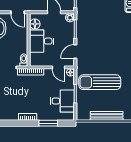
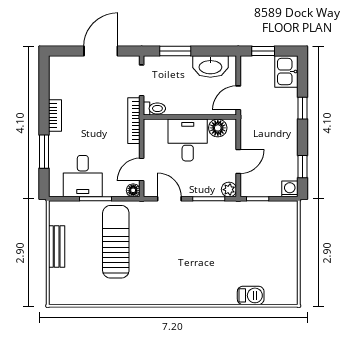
bench: (107, 116) -> (57, 246), width x0.73

